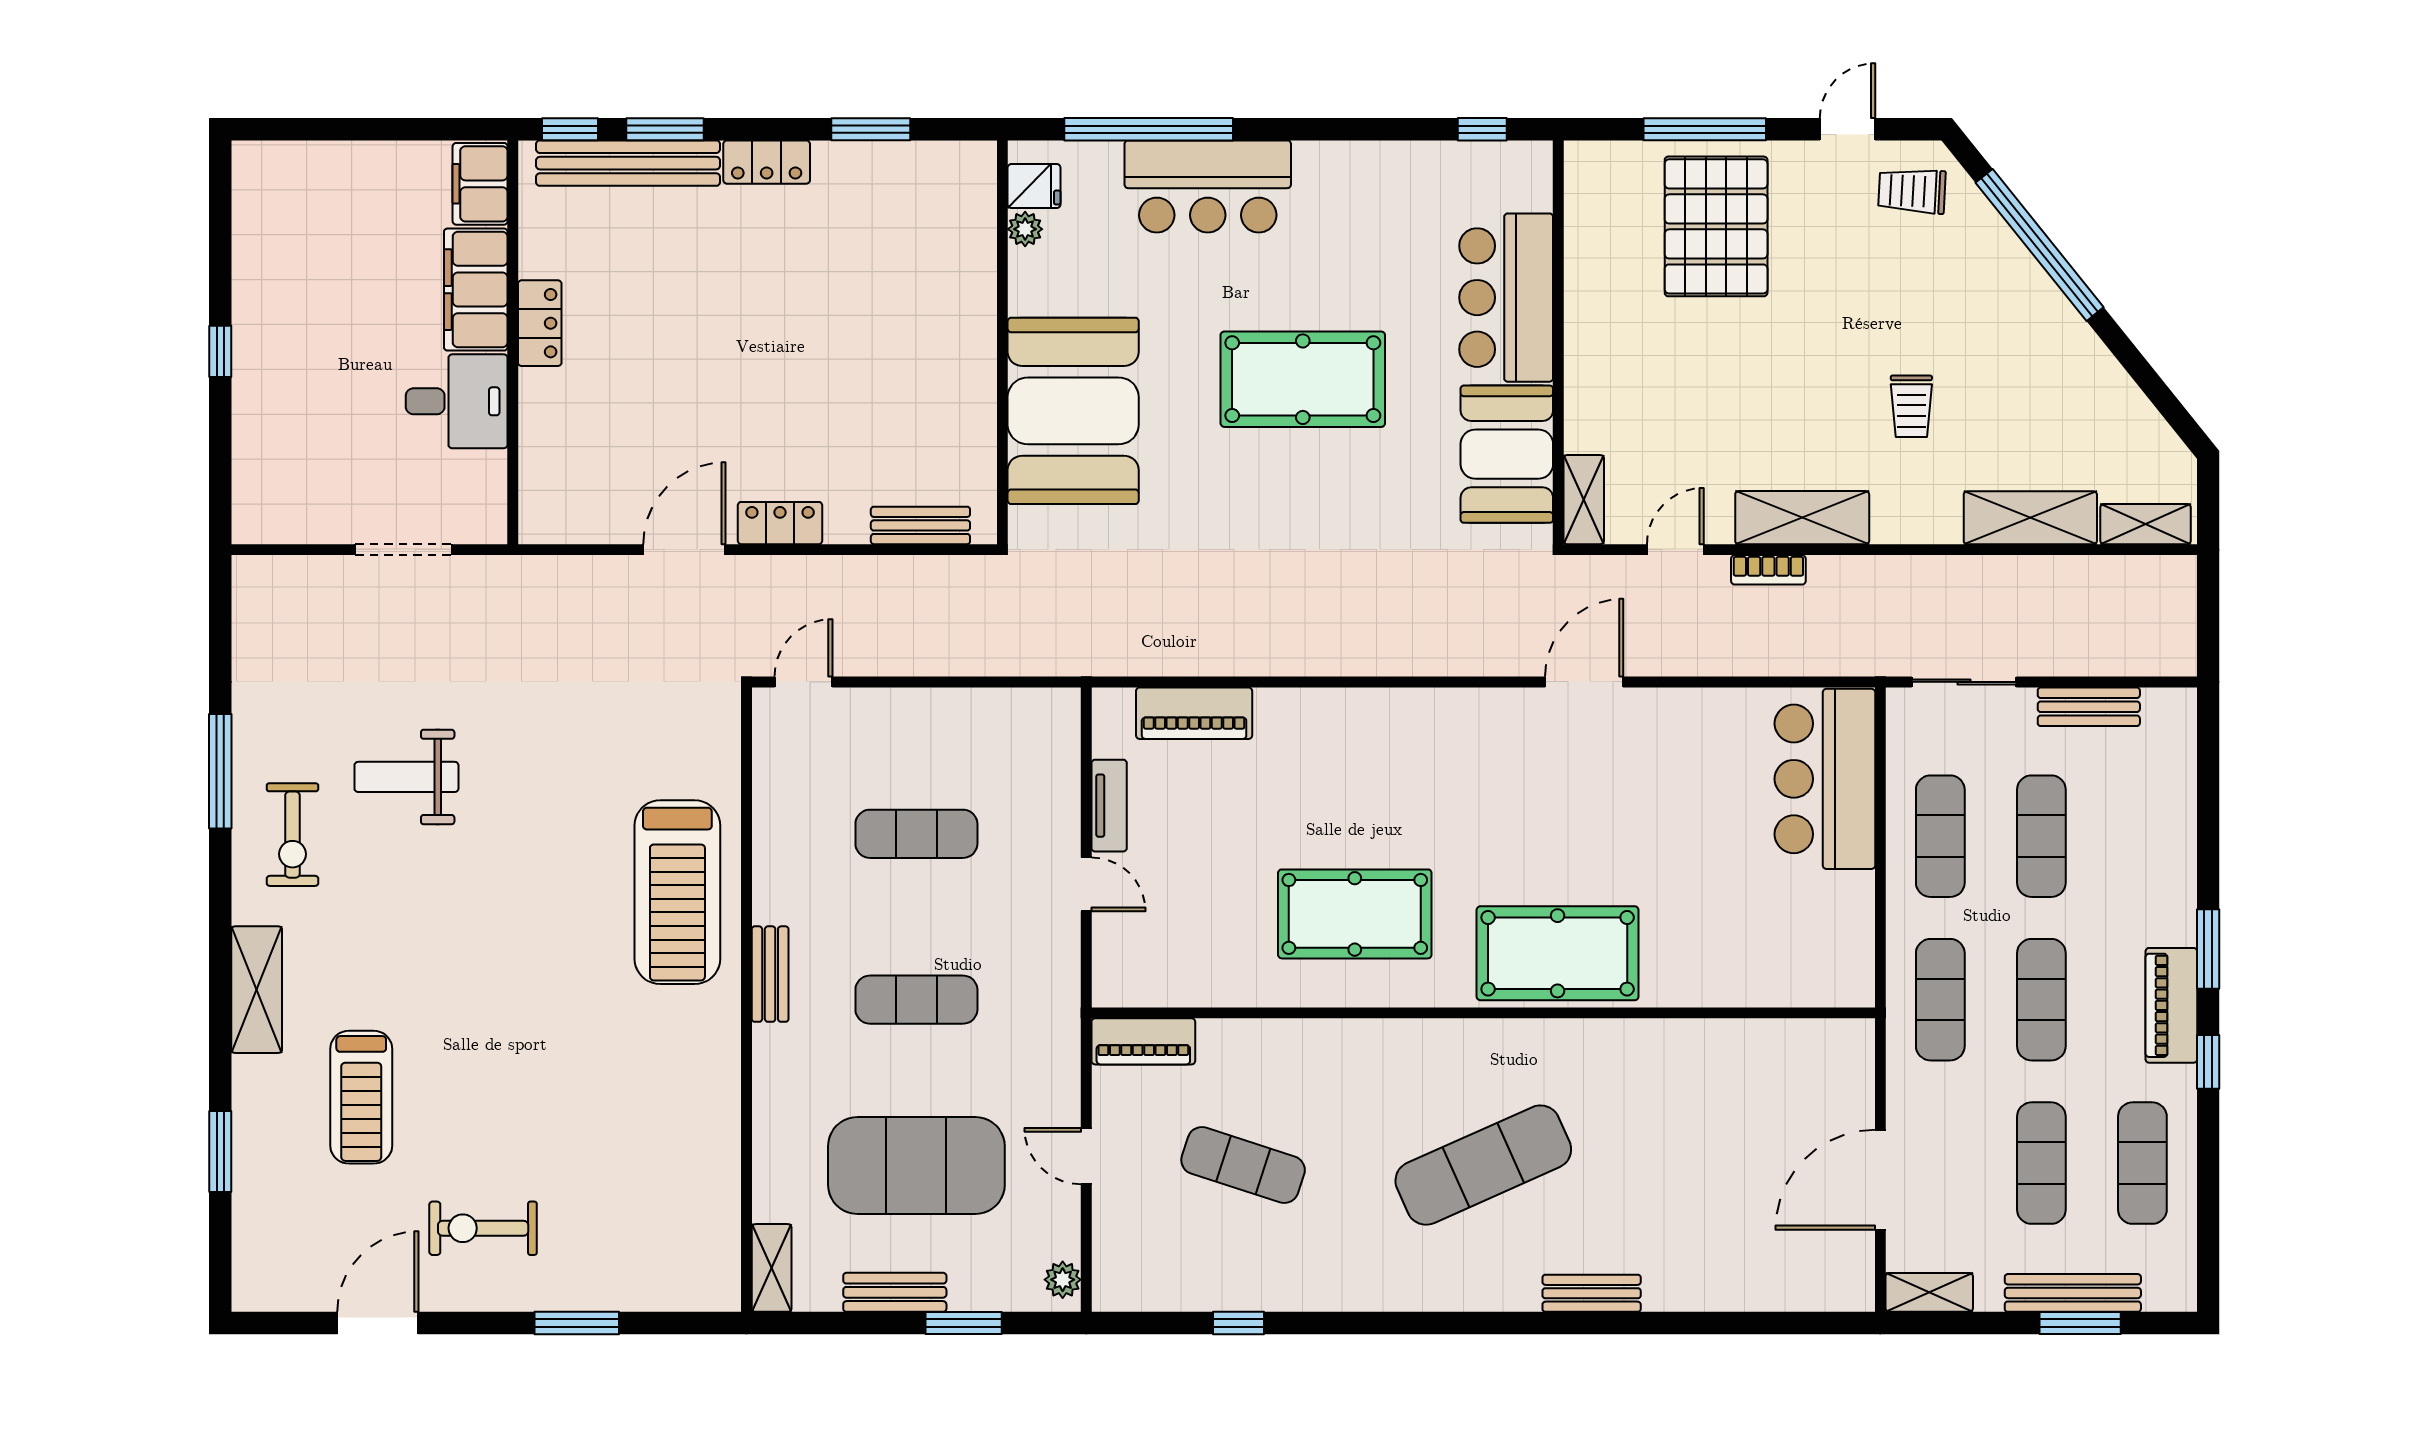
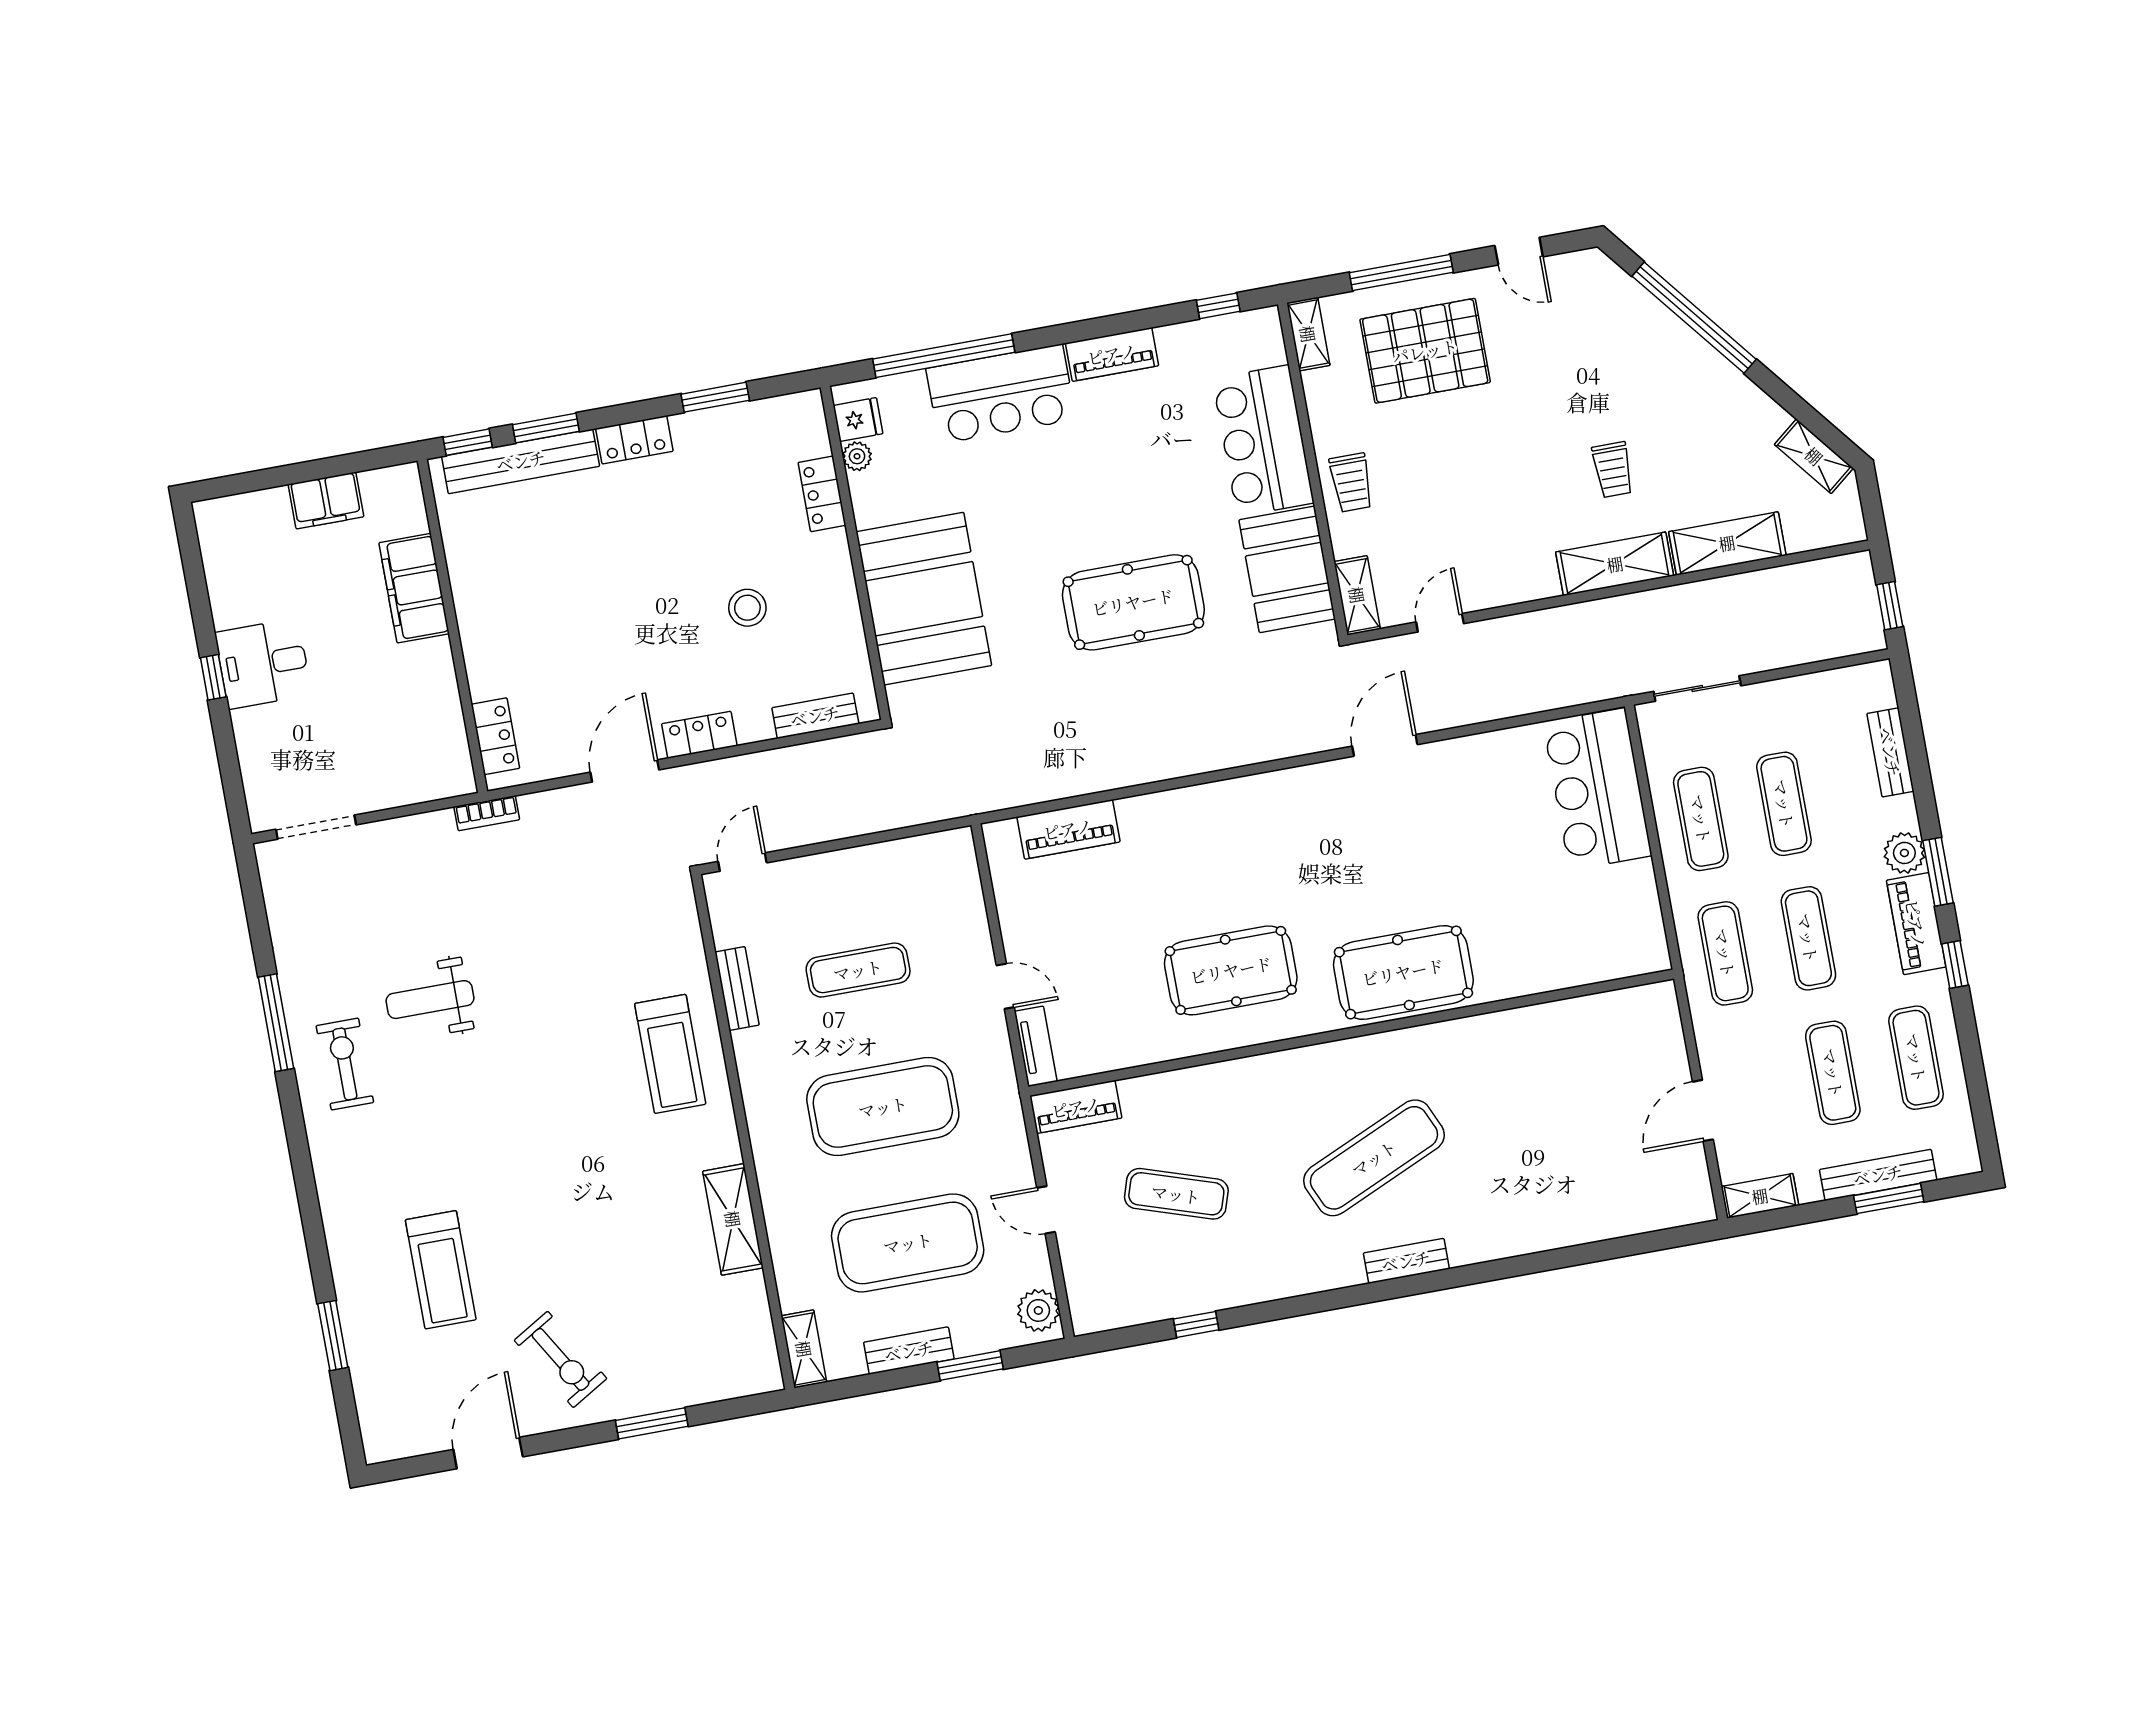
door: (1848, 129) -> (1519, 251), swing flipped
piano: (1347, 164) -> (1112, 354), added
shelving: (1582, 182) -> (1308, 334), added
filing cabinet: (480, 184) -> (326, 501), moved, turned -90
trolley: (1912, 191) -> (1351, 483), moved, turned -93
pallet: (1716, 226) -> (1425, 351), turned 90
locker: (976, 266) -> (822, 494), added
locker: (540, 323) -> (495, 736), moved
pool table: (1303, 379) -> (1133, 602), moved
stool: (864, 384) -> (747, 608), added
desk: (457, 401) -> (263, 664), moved, turned 180
shelving: (1802, 518) -> (1615, 564), moved
shelving: (2146, 524) -> (1814, 456), moved, turned 51
doorway: (404, 550) -> (316, 827), moved
bookcase: (1768, 570) -> (487, 813), moved
window: (2208, 626) -> (1890, 606), added
bench: (2089, 707) -> (1890, 752), moved, turned 90
tv unit: (1109, 806) -> (1036, 1046), moved
exercise bike: (292, 835) -> (345, 1064), turned 180
treadmill: (677, 892) -> (670, 1054), width x0.73, depth x0.73
plant: (2173, 920) -> (1904, 853), added
bench: (770, 974) -> (737, 989), moved
shelving: (257, 990) -> (733, 1219), moved
exercise mat: (916, 1000) -> (883, 1107), width x2.00, depth x1.45
door: (1880, 1180) -> (1703, 1111), width x0.73
exercise bike: (483, 1228) -> (561, 1359), turned -121
plant: (1063, 1280) -> (1038, 1310), width x1.38, depth x1.38
bench: (1592, 1293) -> (1406, 1261), moved

